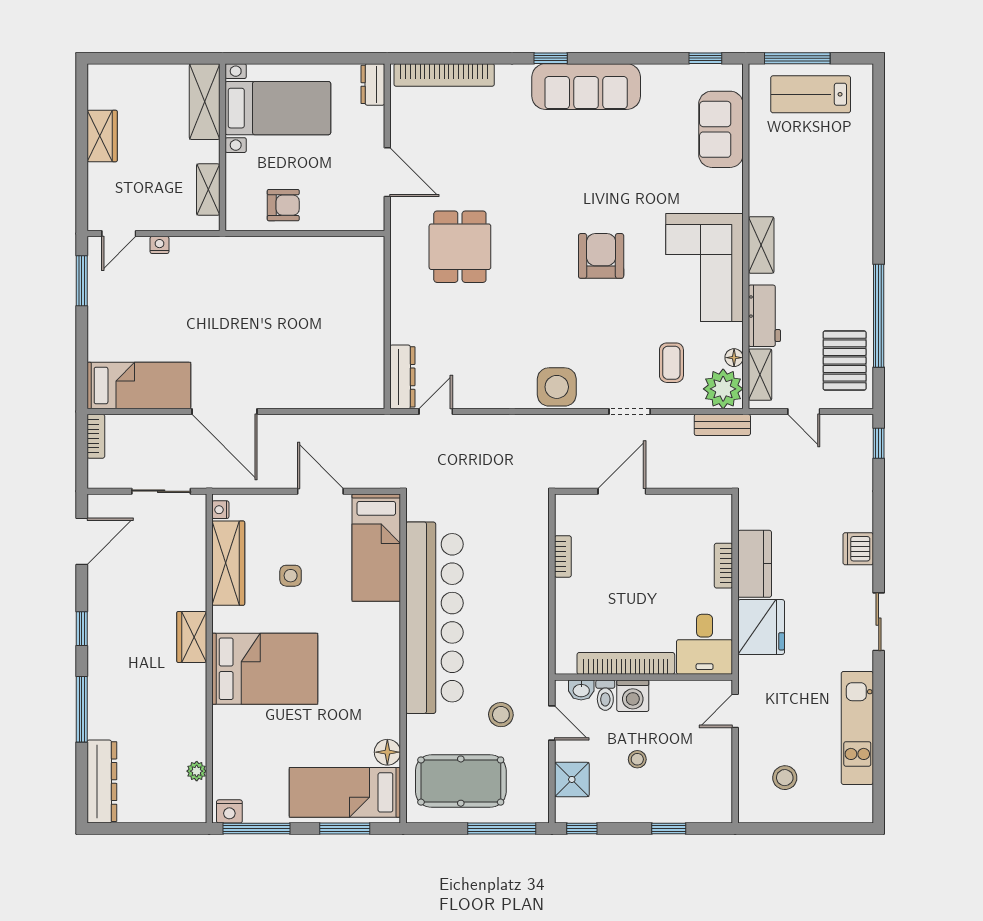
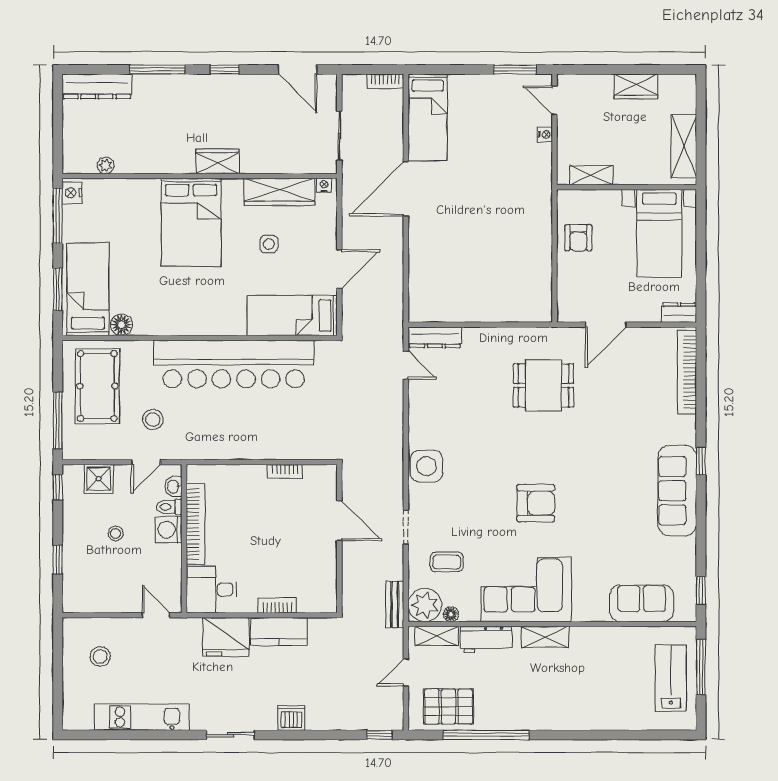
shelving: (205, 102) -> (684, 146), moved, turned 90

